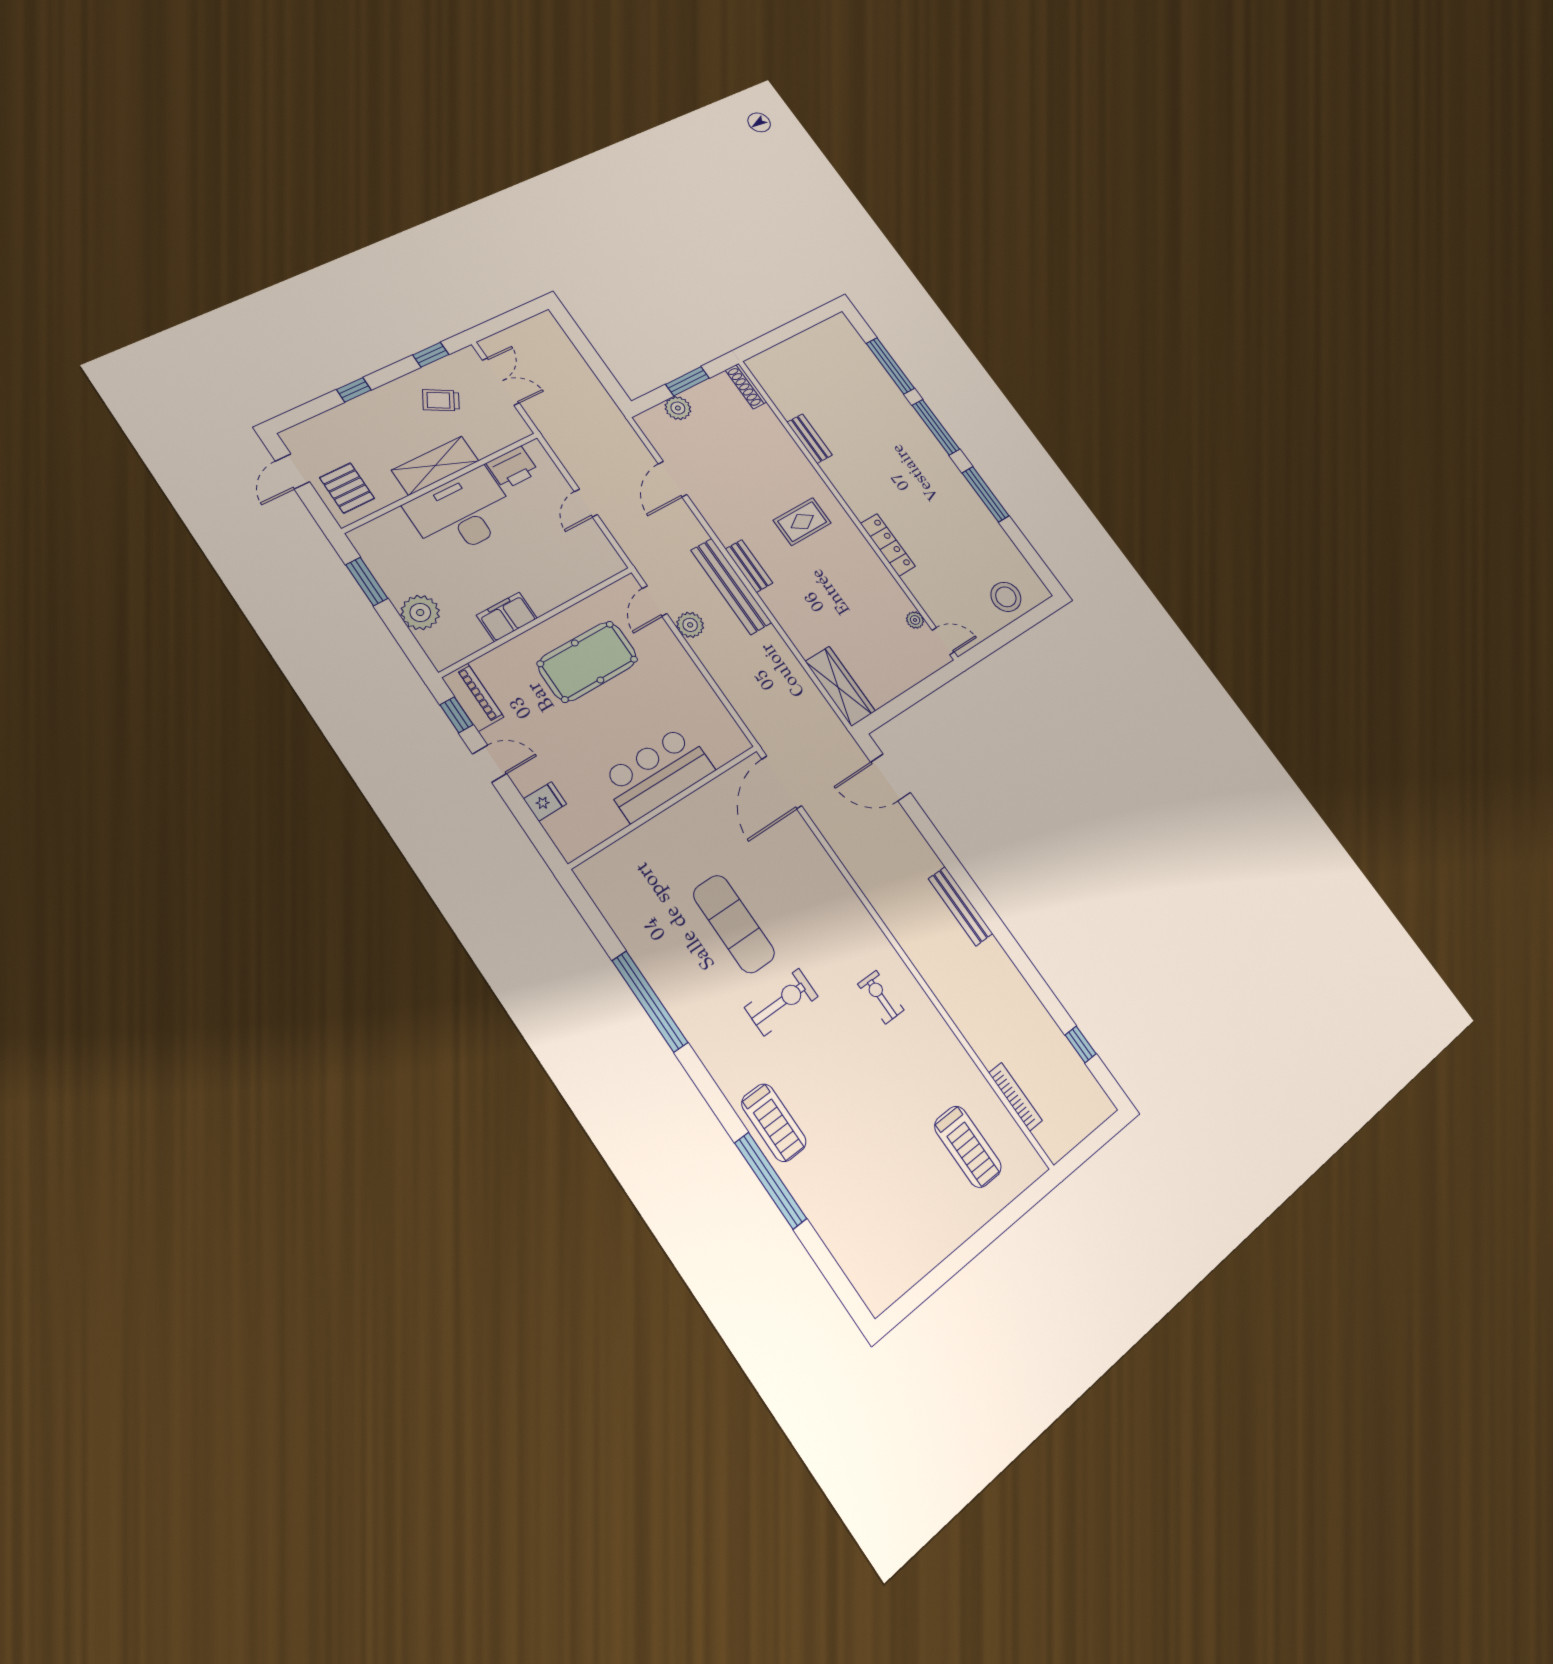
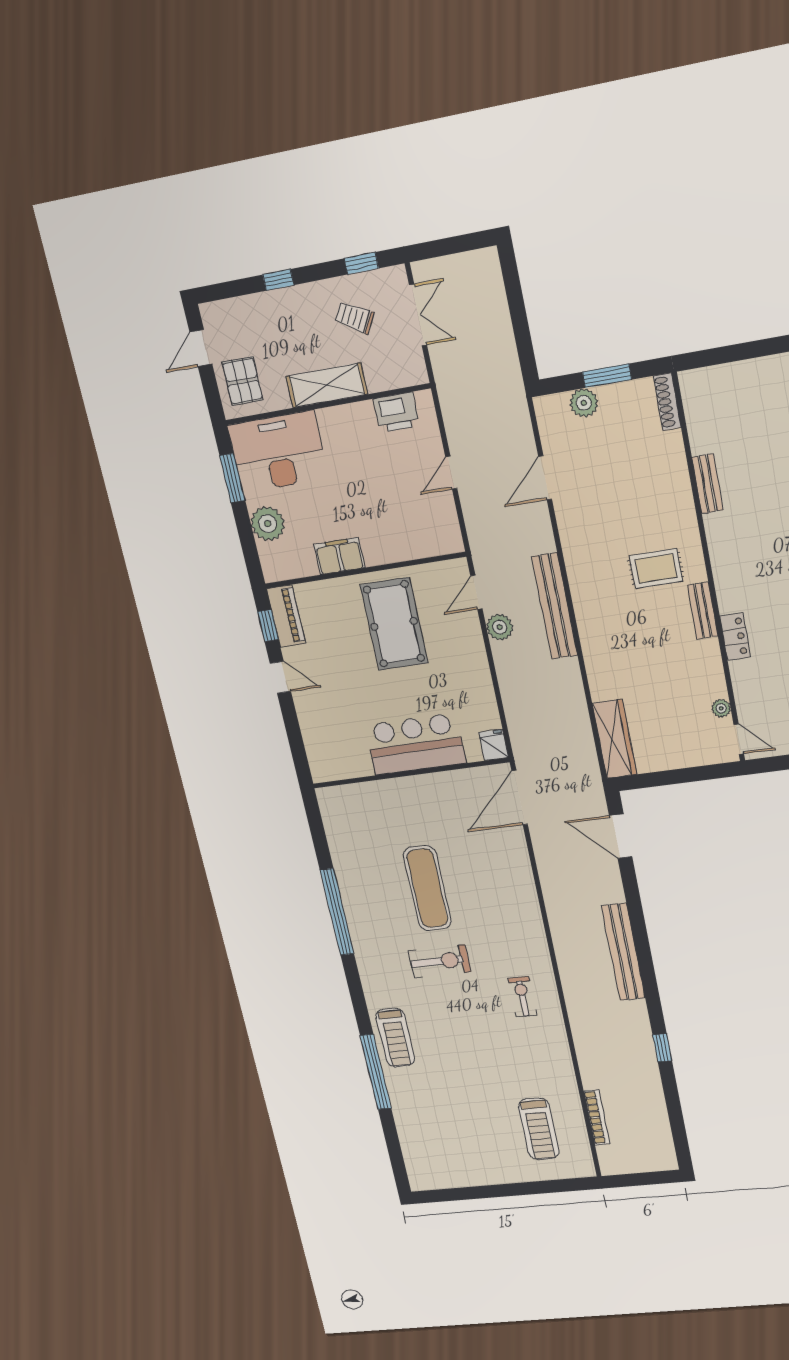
desk: (462, 513) -> (278, 452), moved
locker: (888, 545) -> (735, 637), width x0.66
bench: (749, 566) -> (703, 610), moved
pool table: (588, 661) -> (394, 624), turned 90
fridge: (545, 801) -> (494, 745), moved, turned -90
bench: (961, 906) -> (623, 952), width x1.37, depth x1.21
window: (1081, 1044) -> (662, 1048), moved

